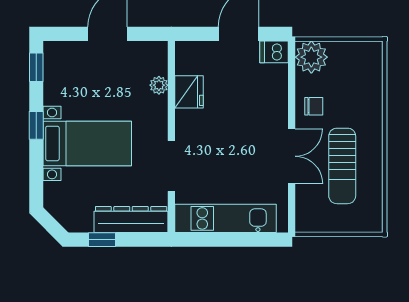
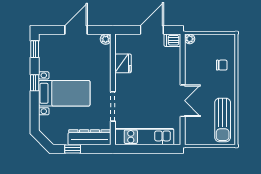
plant: (311, 57) -> (190, 39), width x0.53, depth x0.53
plant: (159, 85) -> (106, 39), moved
chair: (314, 106) -> (222, 65), moved
sun lounger: (342, 166) -> (223, 120), moved

